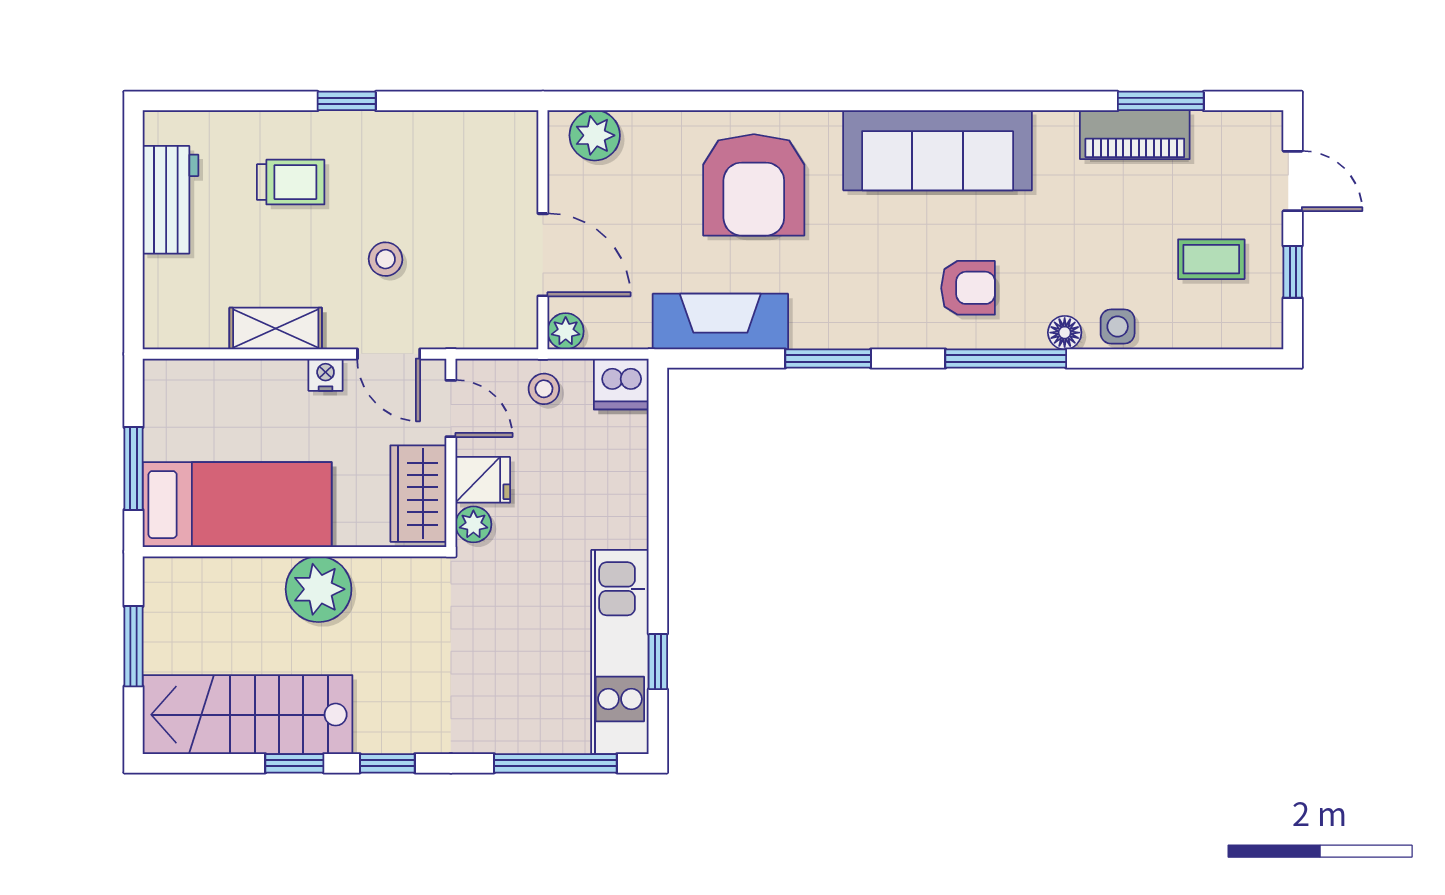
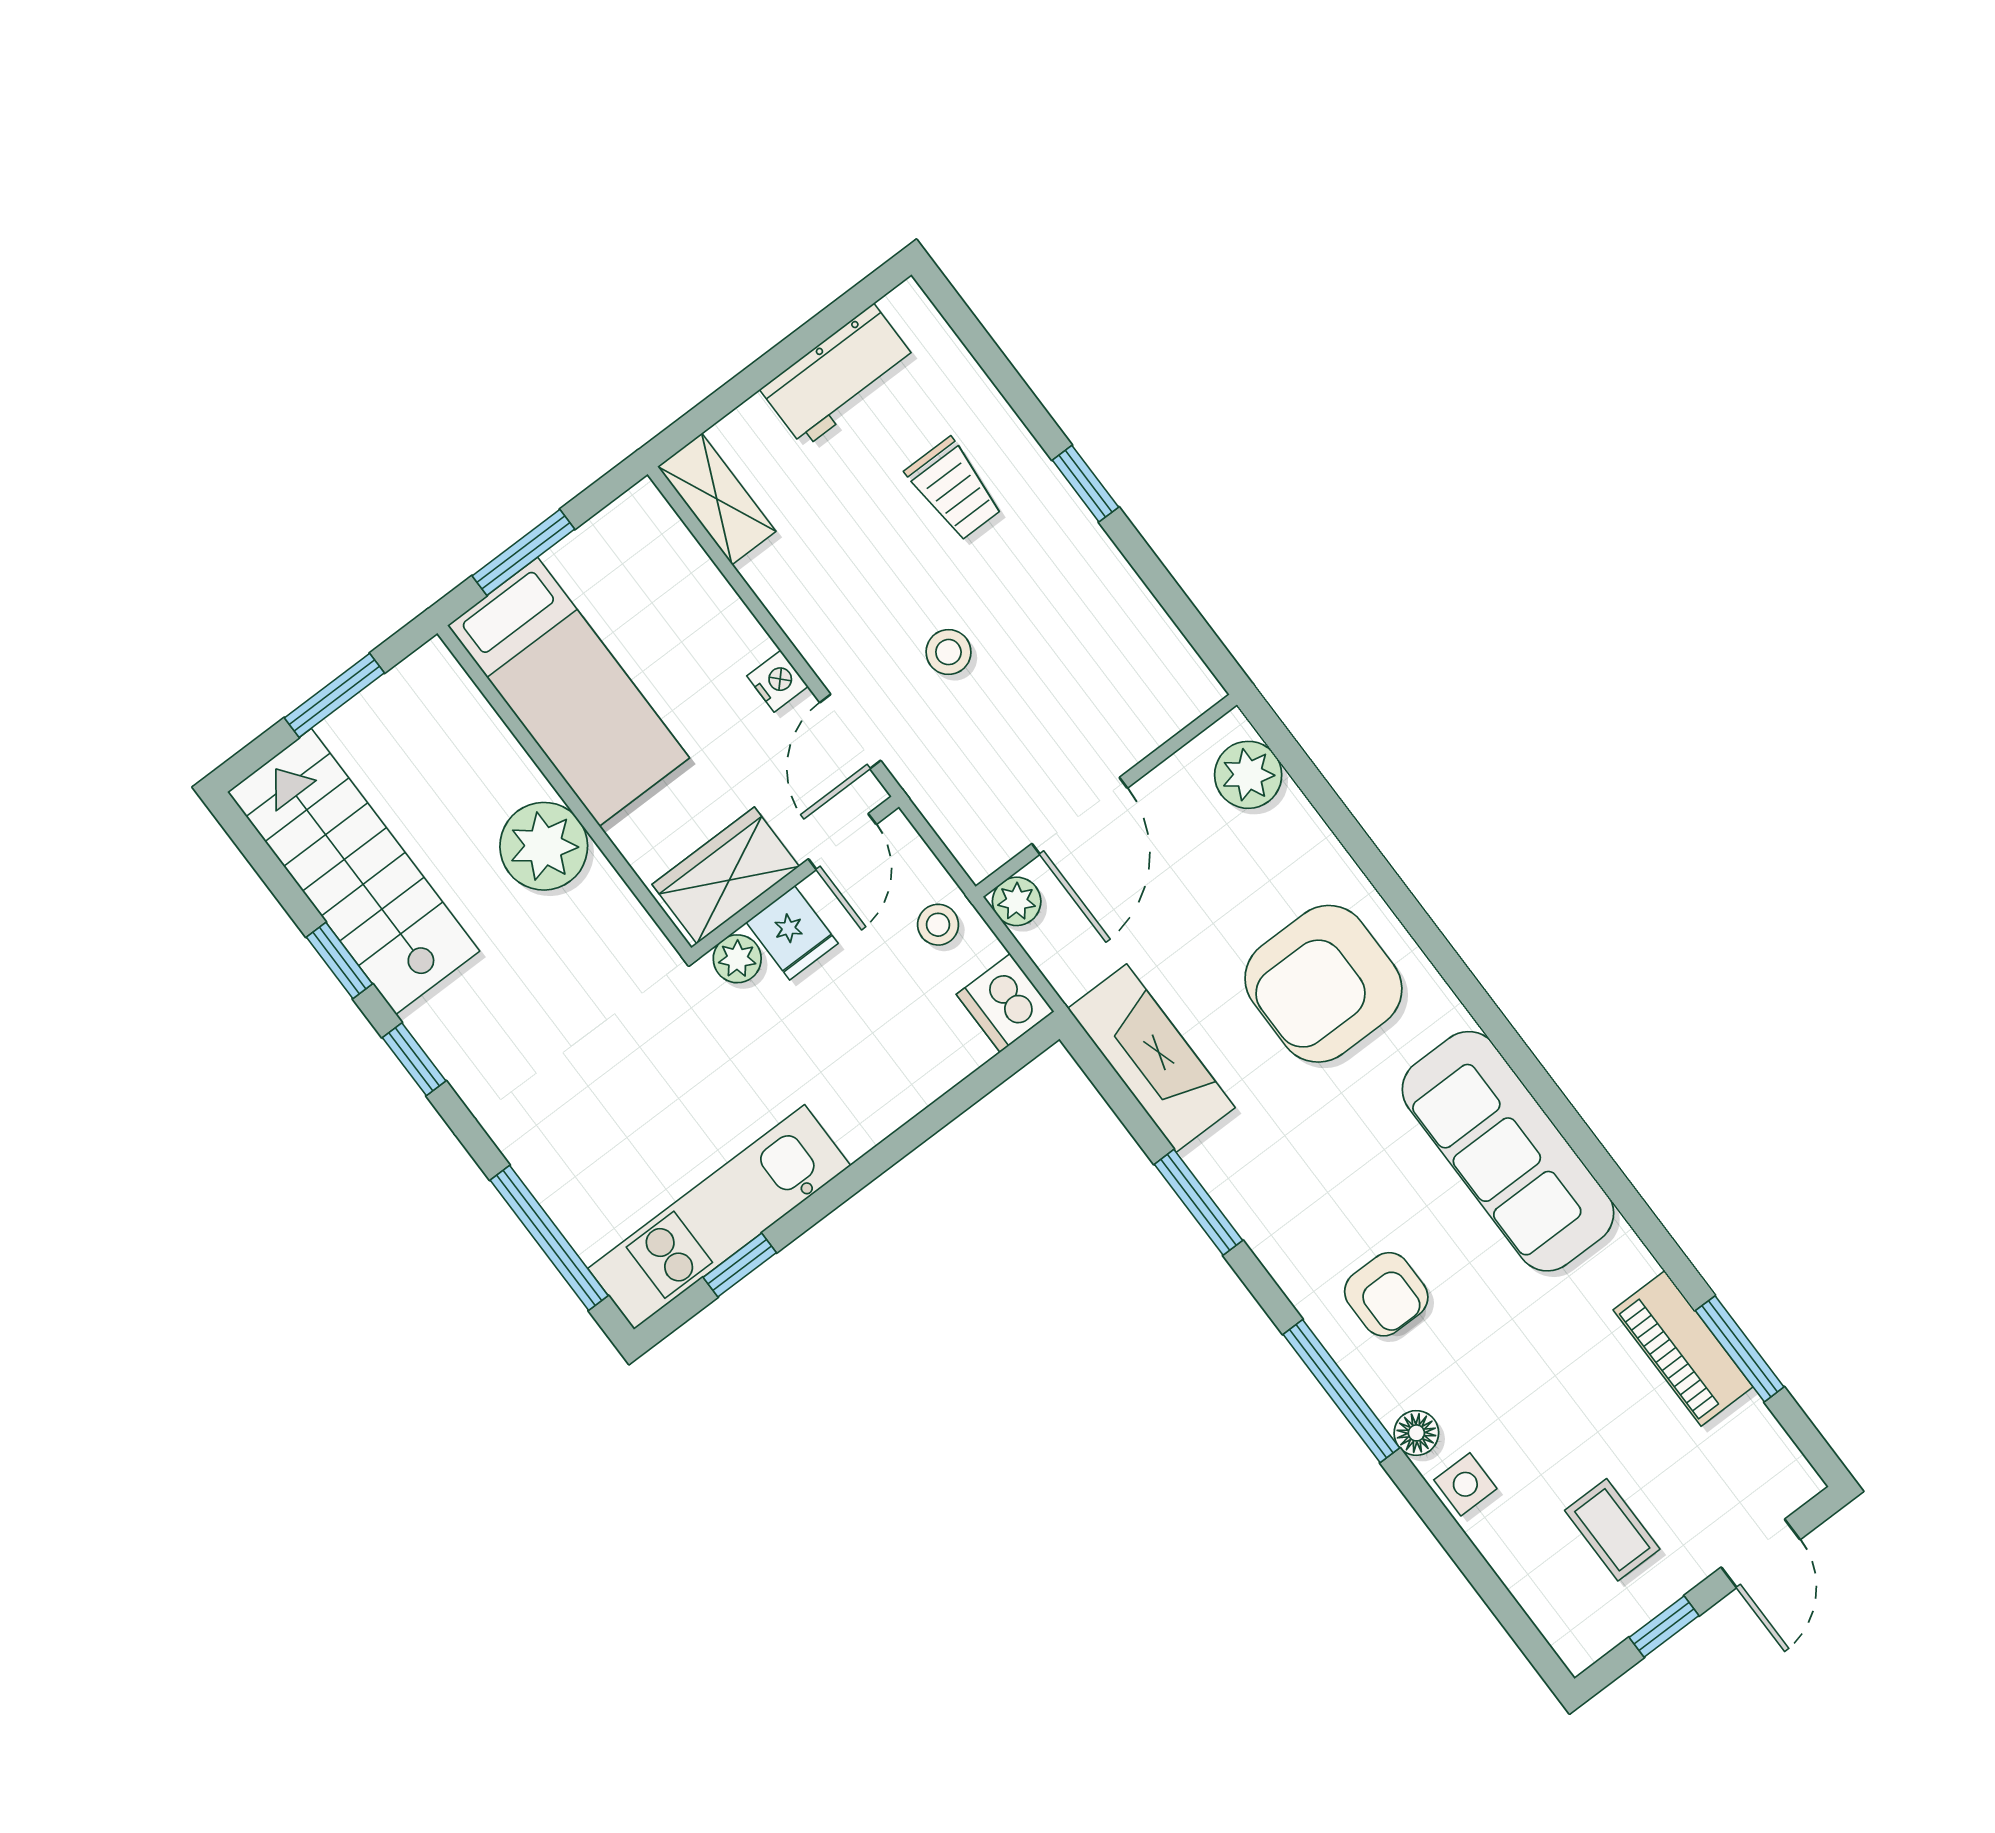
shelving: (276, 329) -> (717, 499), moved

